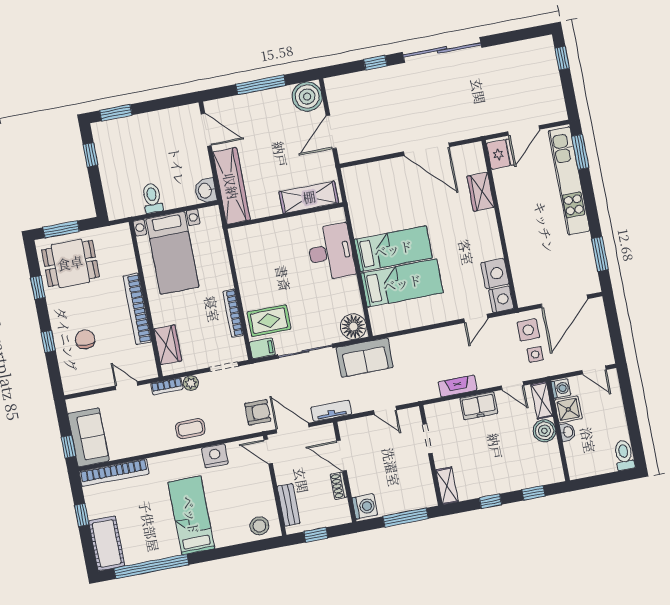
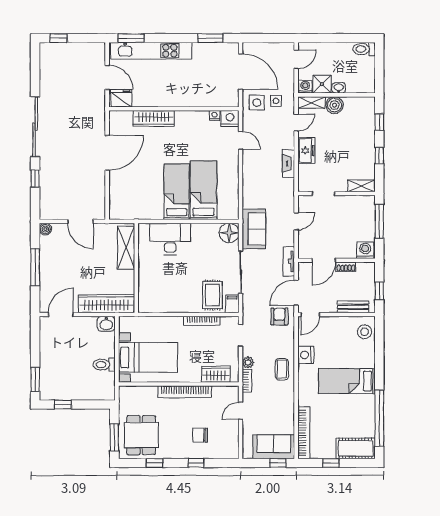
boiler: (307, 97) -> (45, 229), width x0.54, depth x0.54
wardrobe: (481, 192) -> (154, 118), width x1.50
nightstand: (495, 274) -> (215, 115), width x0.53, depth x0.56

